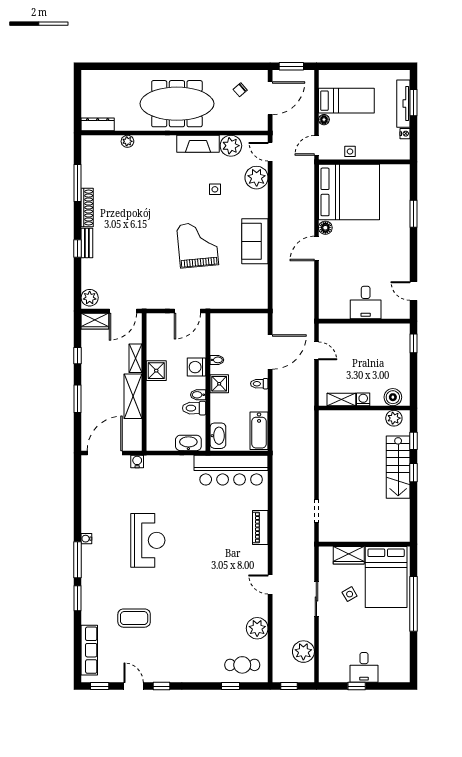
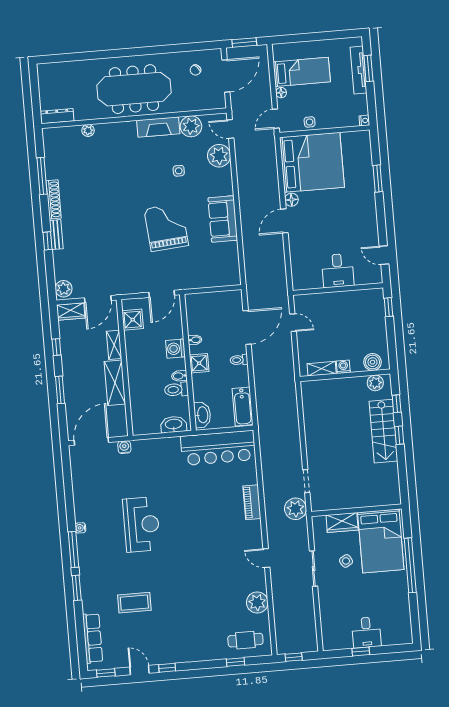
nightstand: (405, 134) -> (364, 121), moved
shower: (156, 371) -> (133, 320), moved
plant: (303, 652) -> (296, 509), moved

